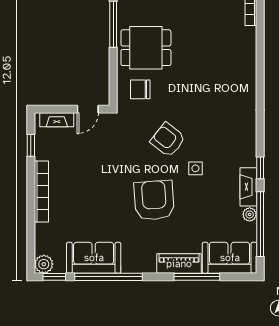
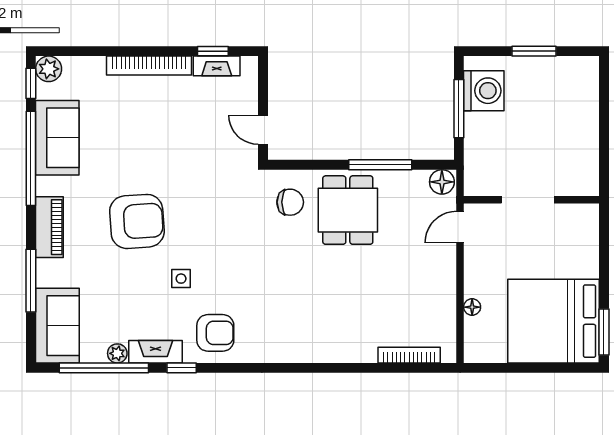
chair: (140, 89) -> (290, 202), turned 90
fireplace: (57, 120) -> (217, 66), moved, turned -90
armchair: (168, 140) -> (215, 333), moved, turned 52
piano: (179, 264) -> (49, 227), moved

